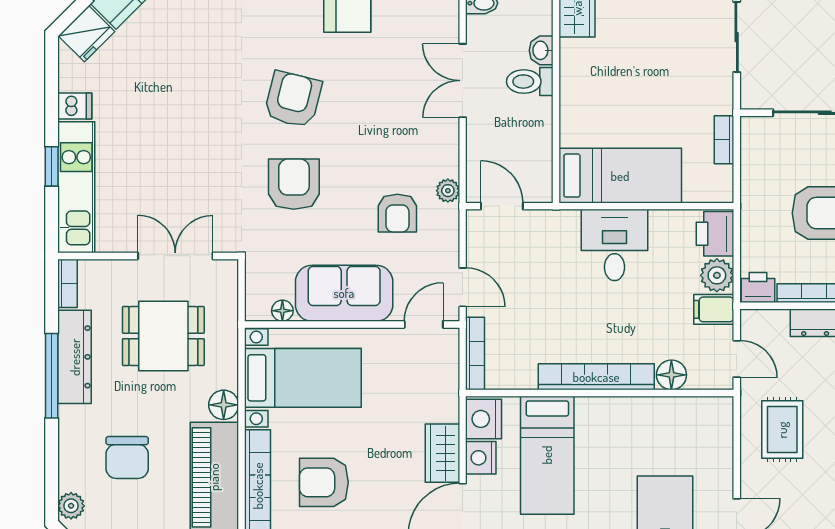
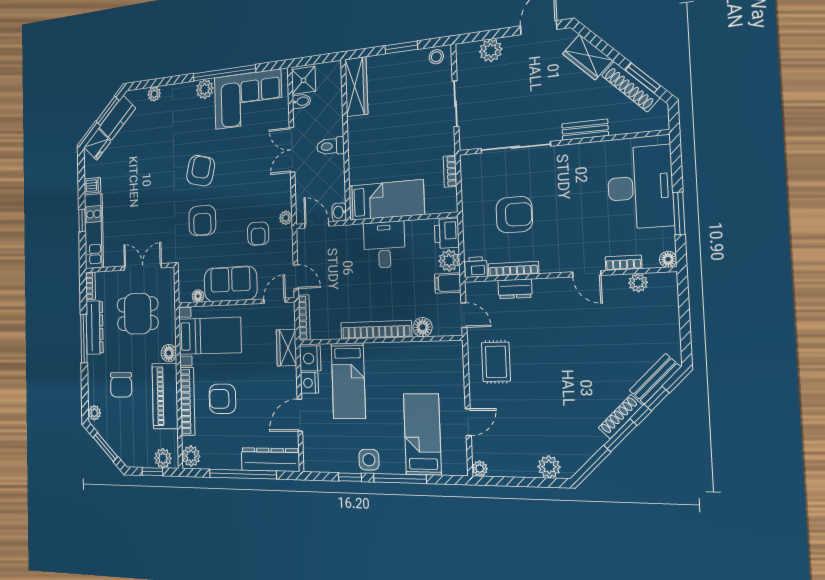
washbasin: (541, 50) -> (339, 212), moved
armchair: (294, 184) -> (202, 221), turned 180
wardrobe: (442, 453) -> (286, 348), moved

